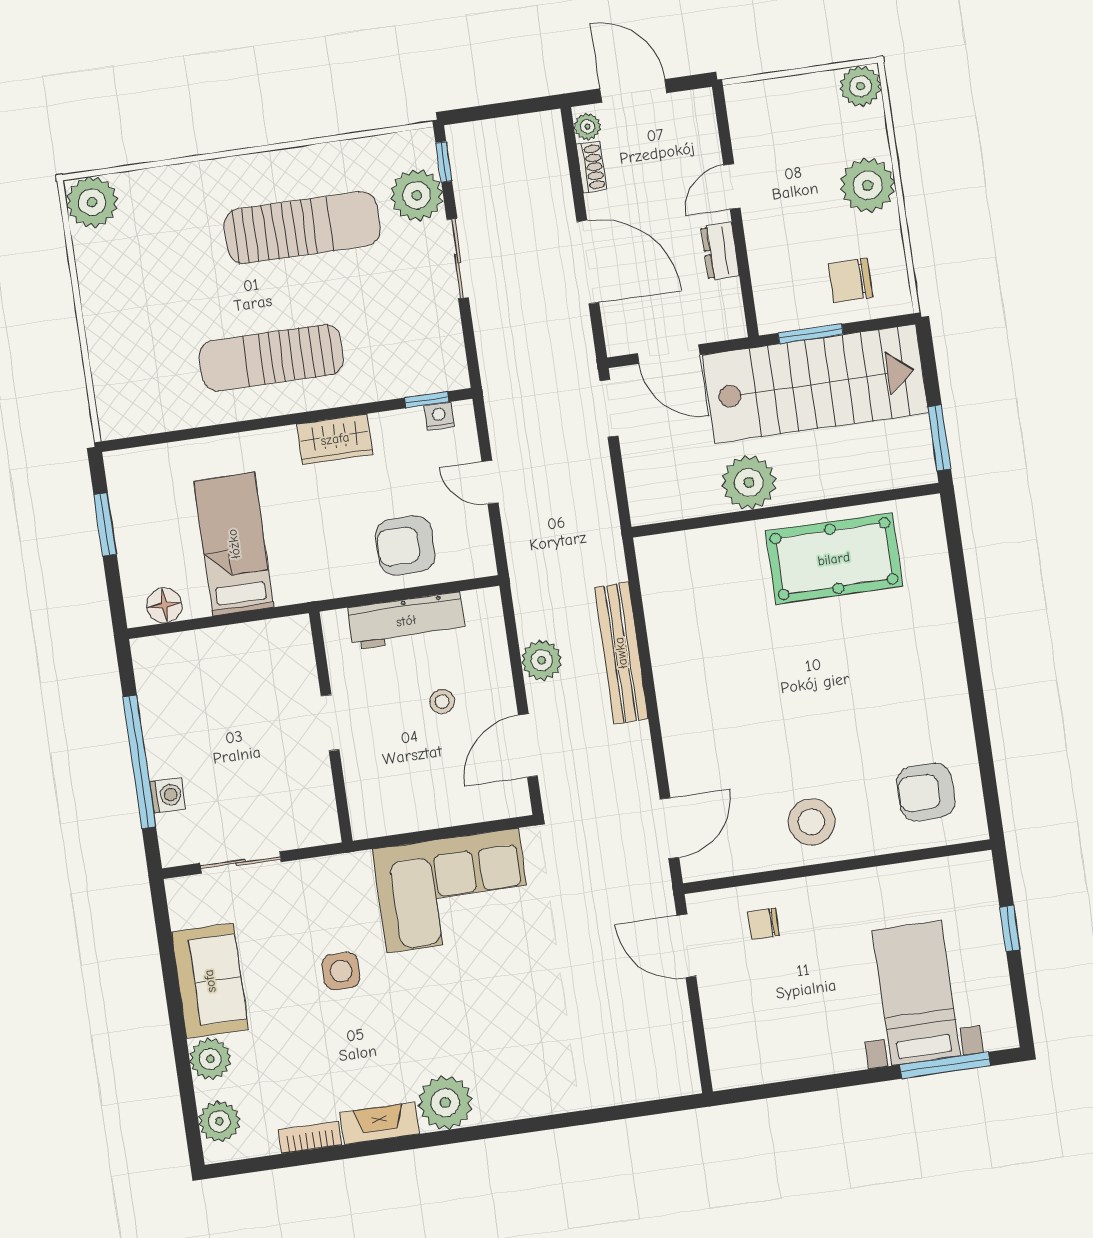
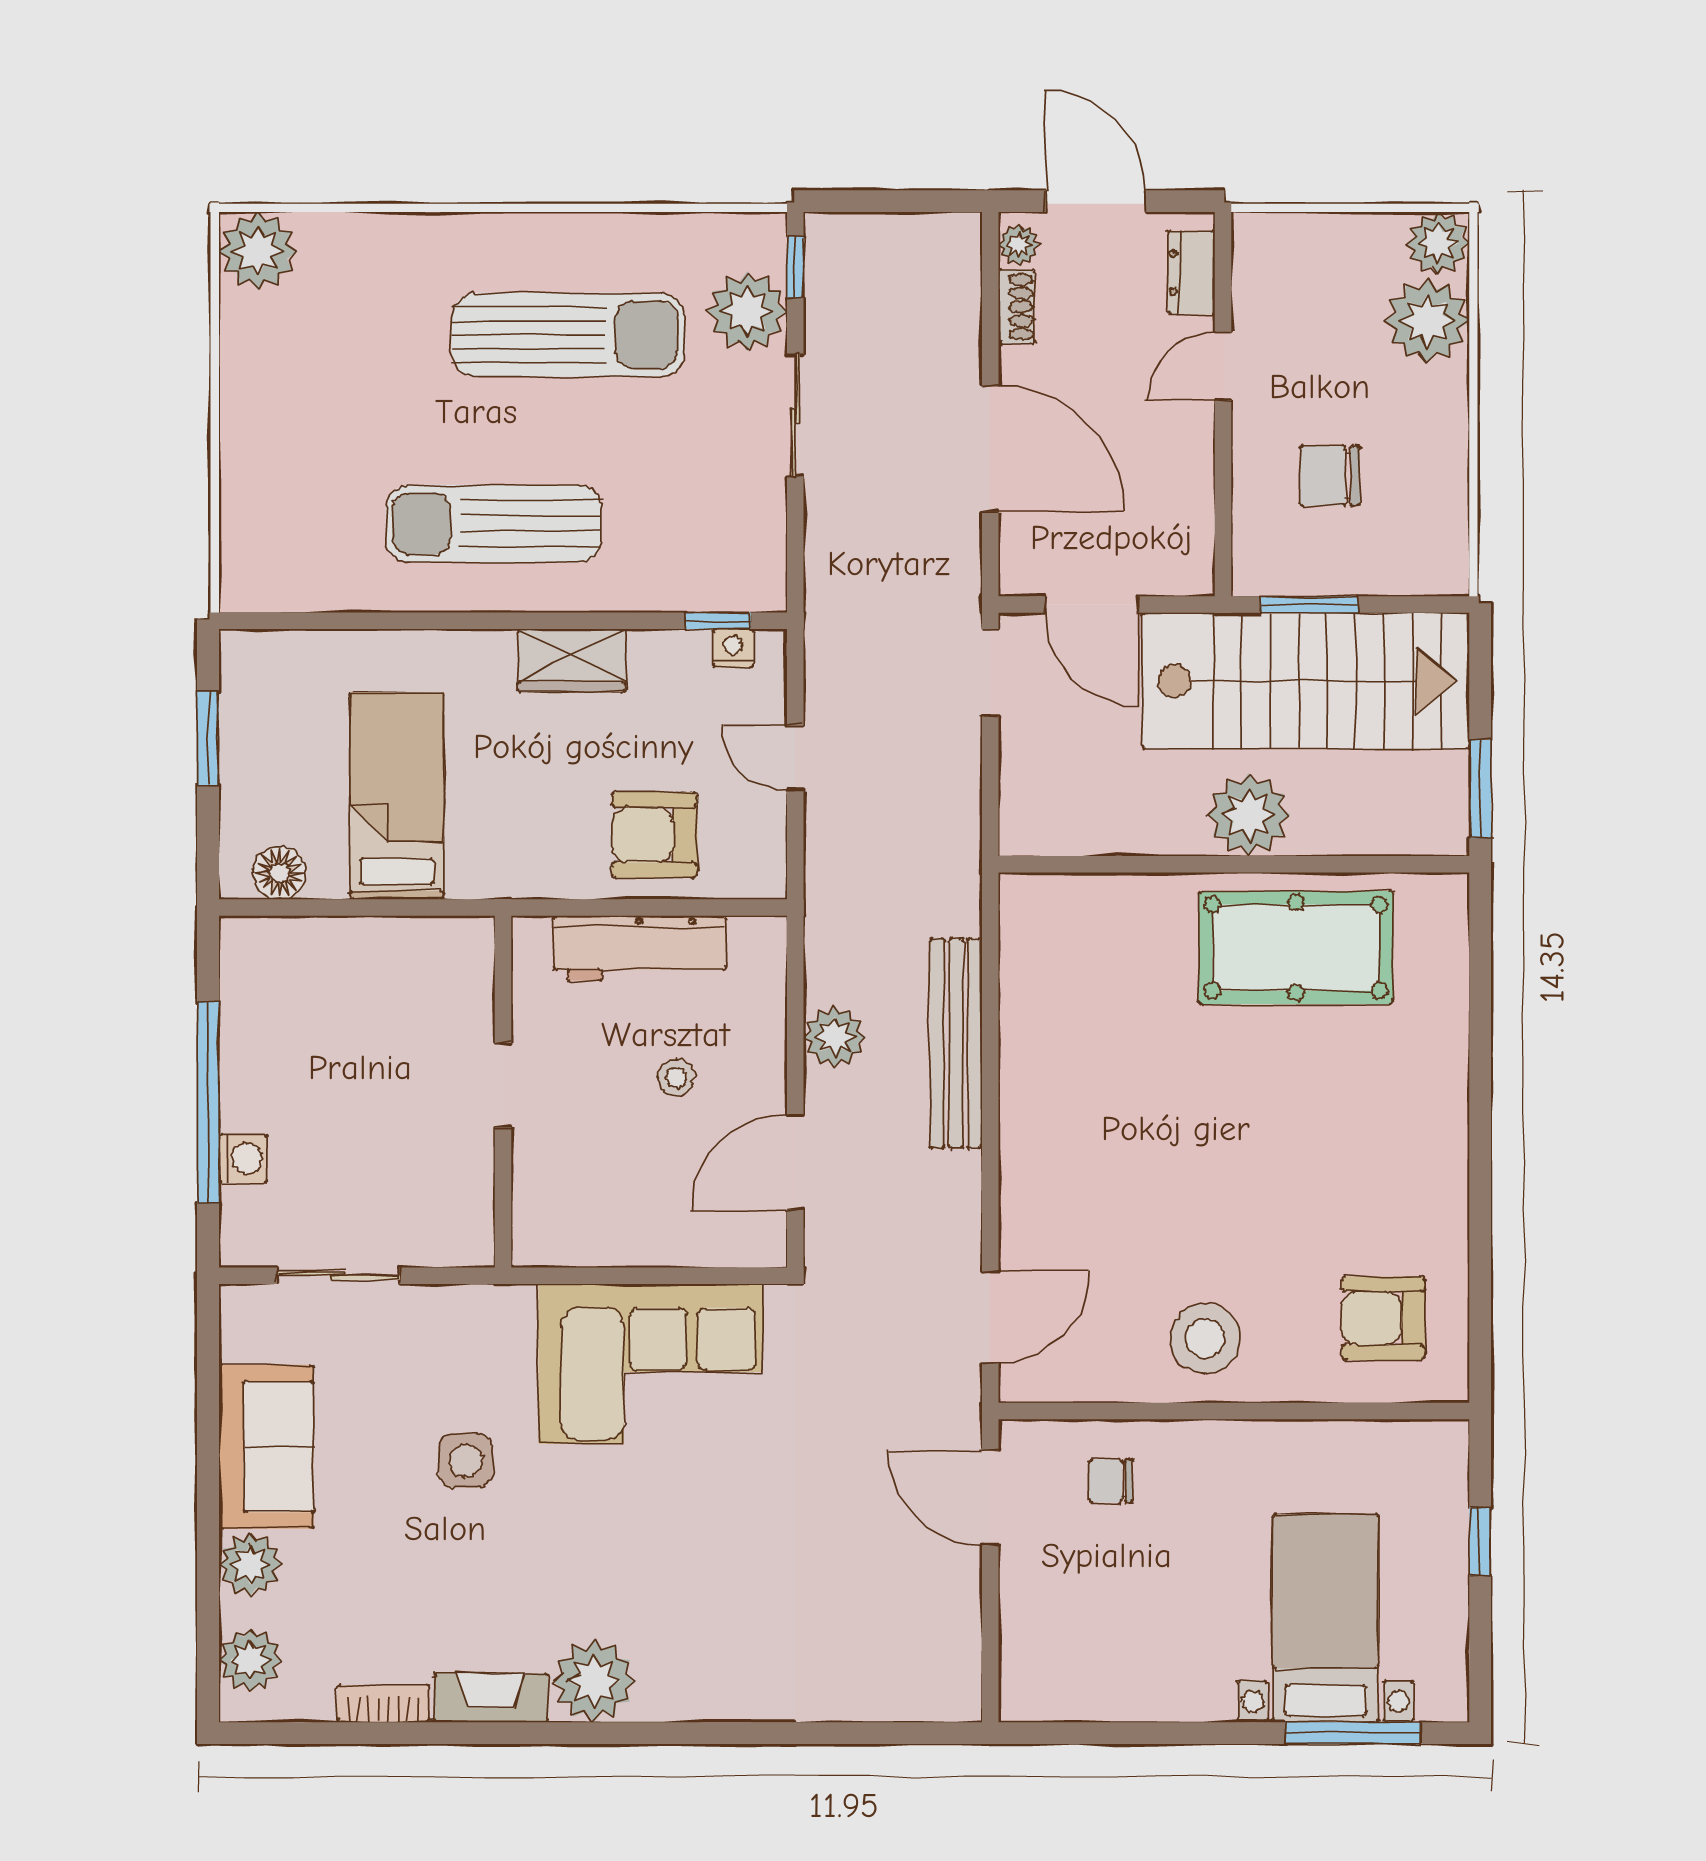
plant: (868, 185) -> (1427, 321), moved
dresser: (720, 251) -> (1191, 273), moved
chair: (850, 280) -> (1330, 476), moved
plant: (749, 482) -> (1249, 815), moved

